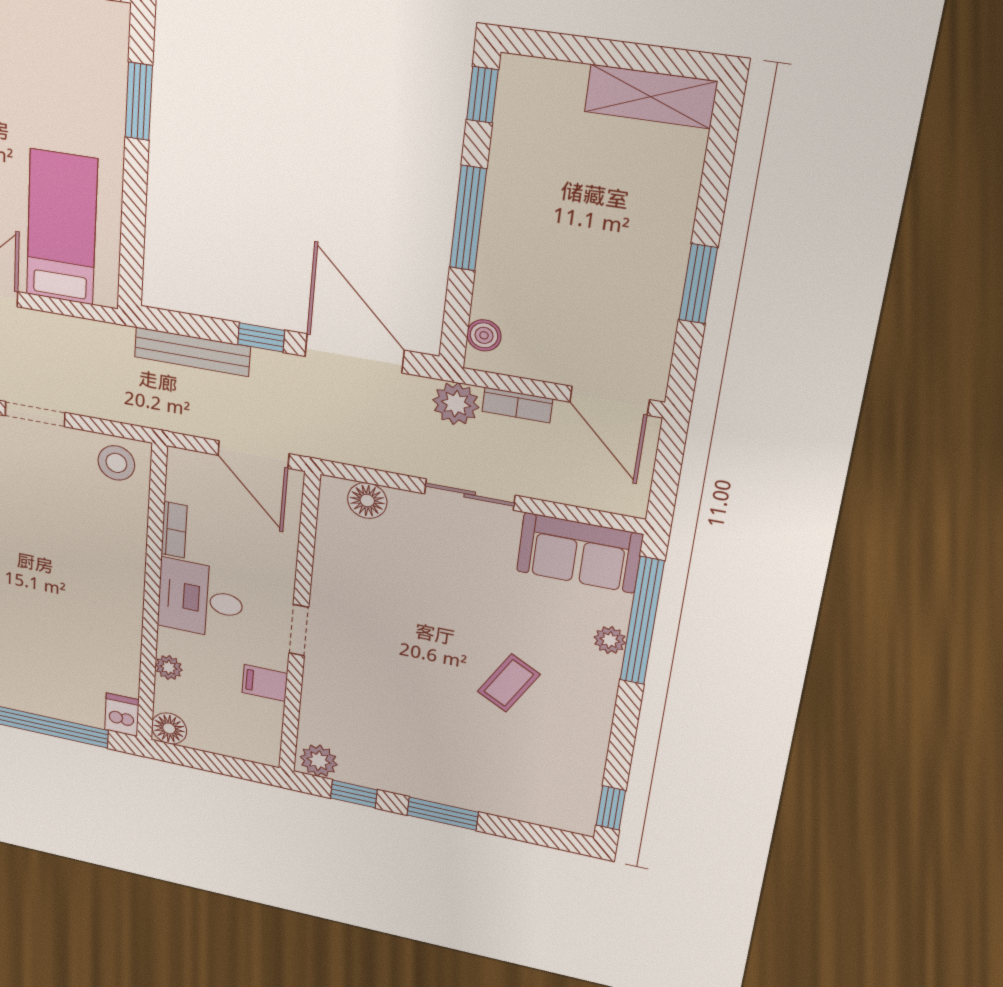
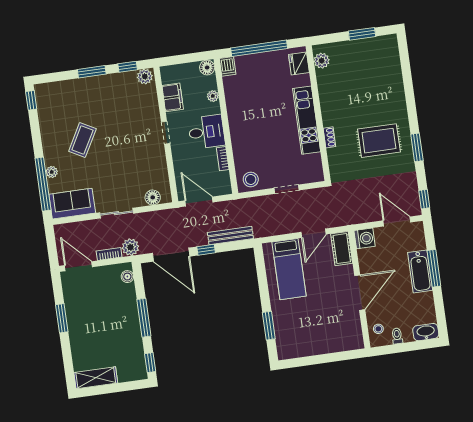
filing cabinet: (265, 683) -> (173, 97), width x2.00
coffee table: (509, 683) -> (82, 140), width x1.36, depth x1.30

